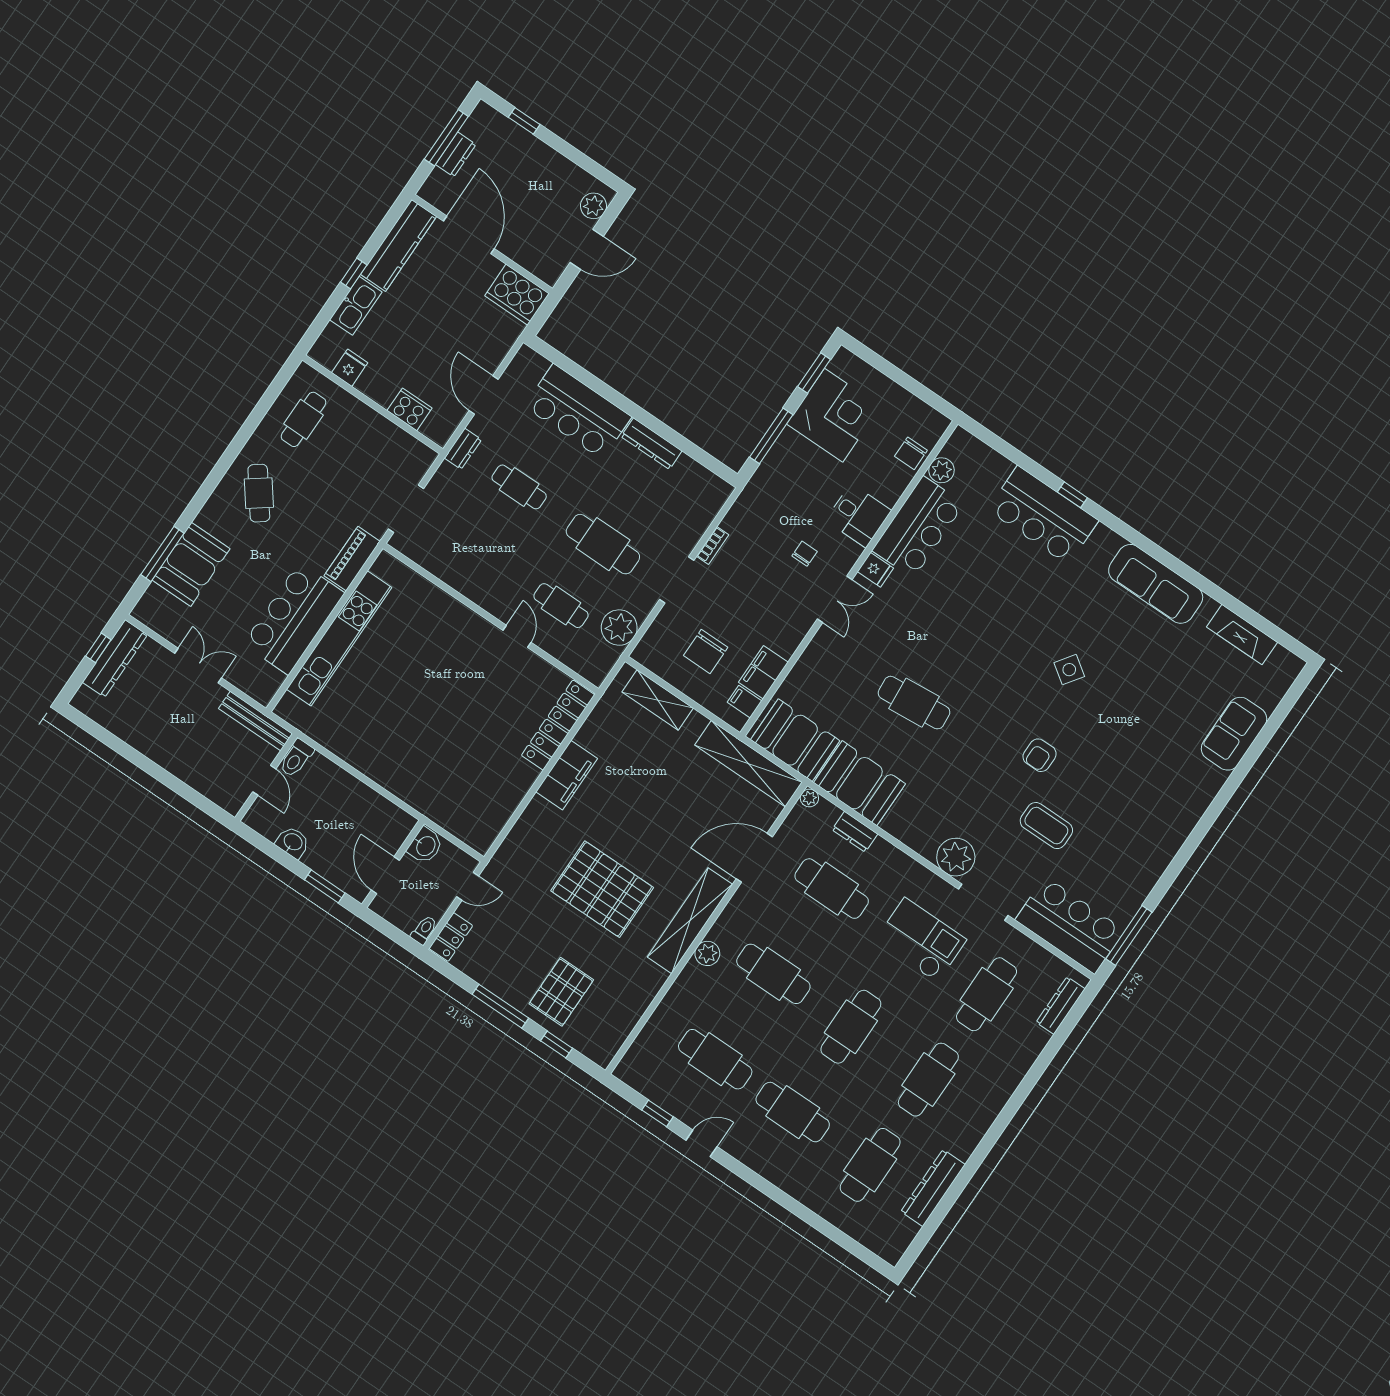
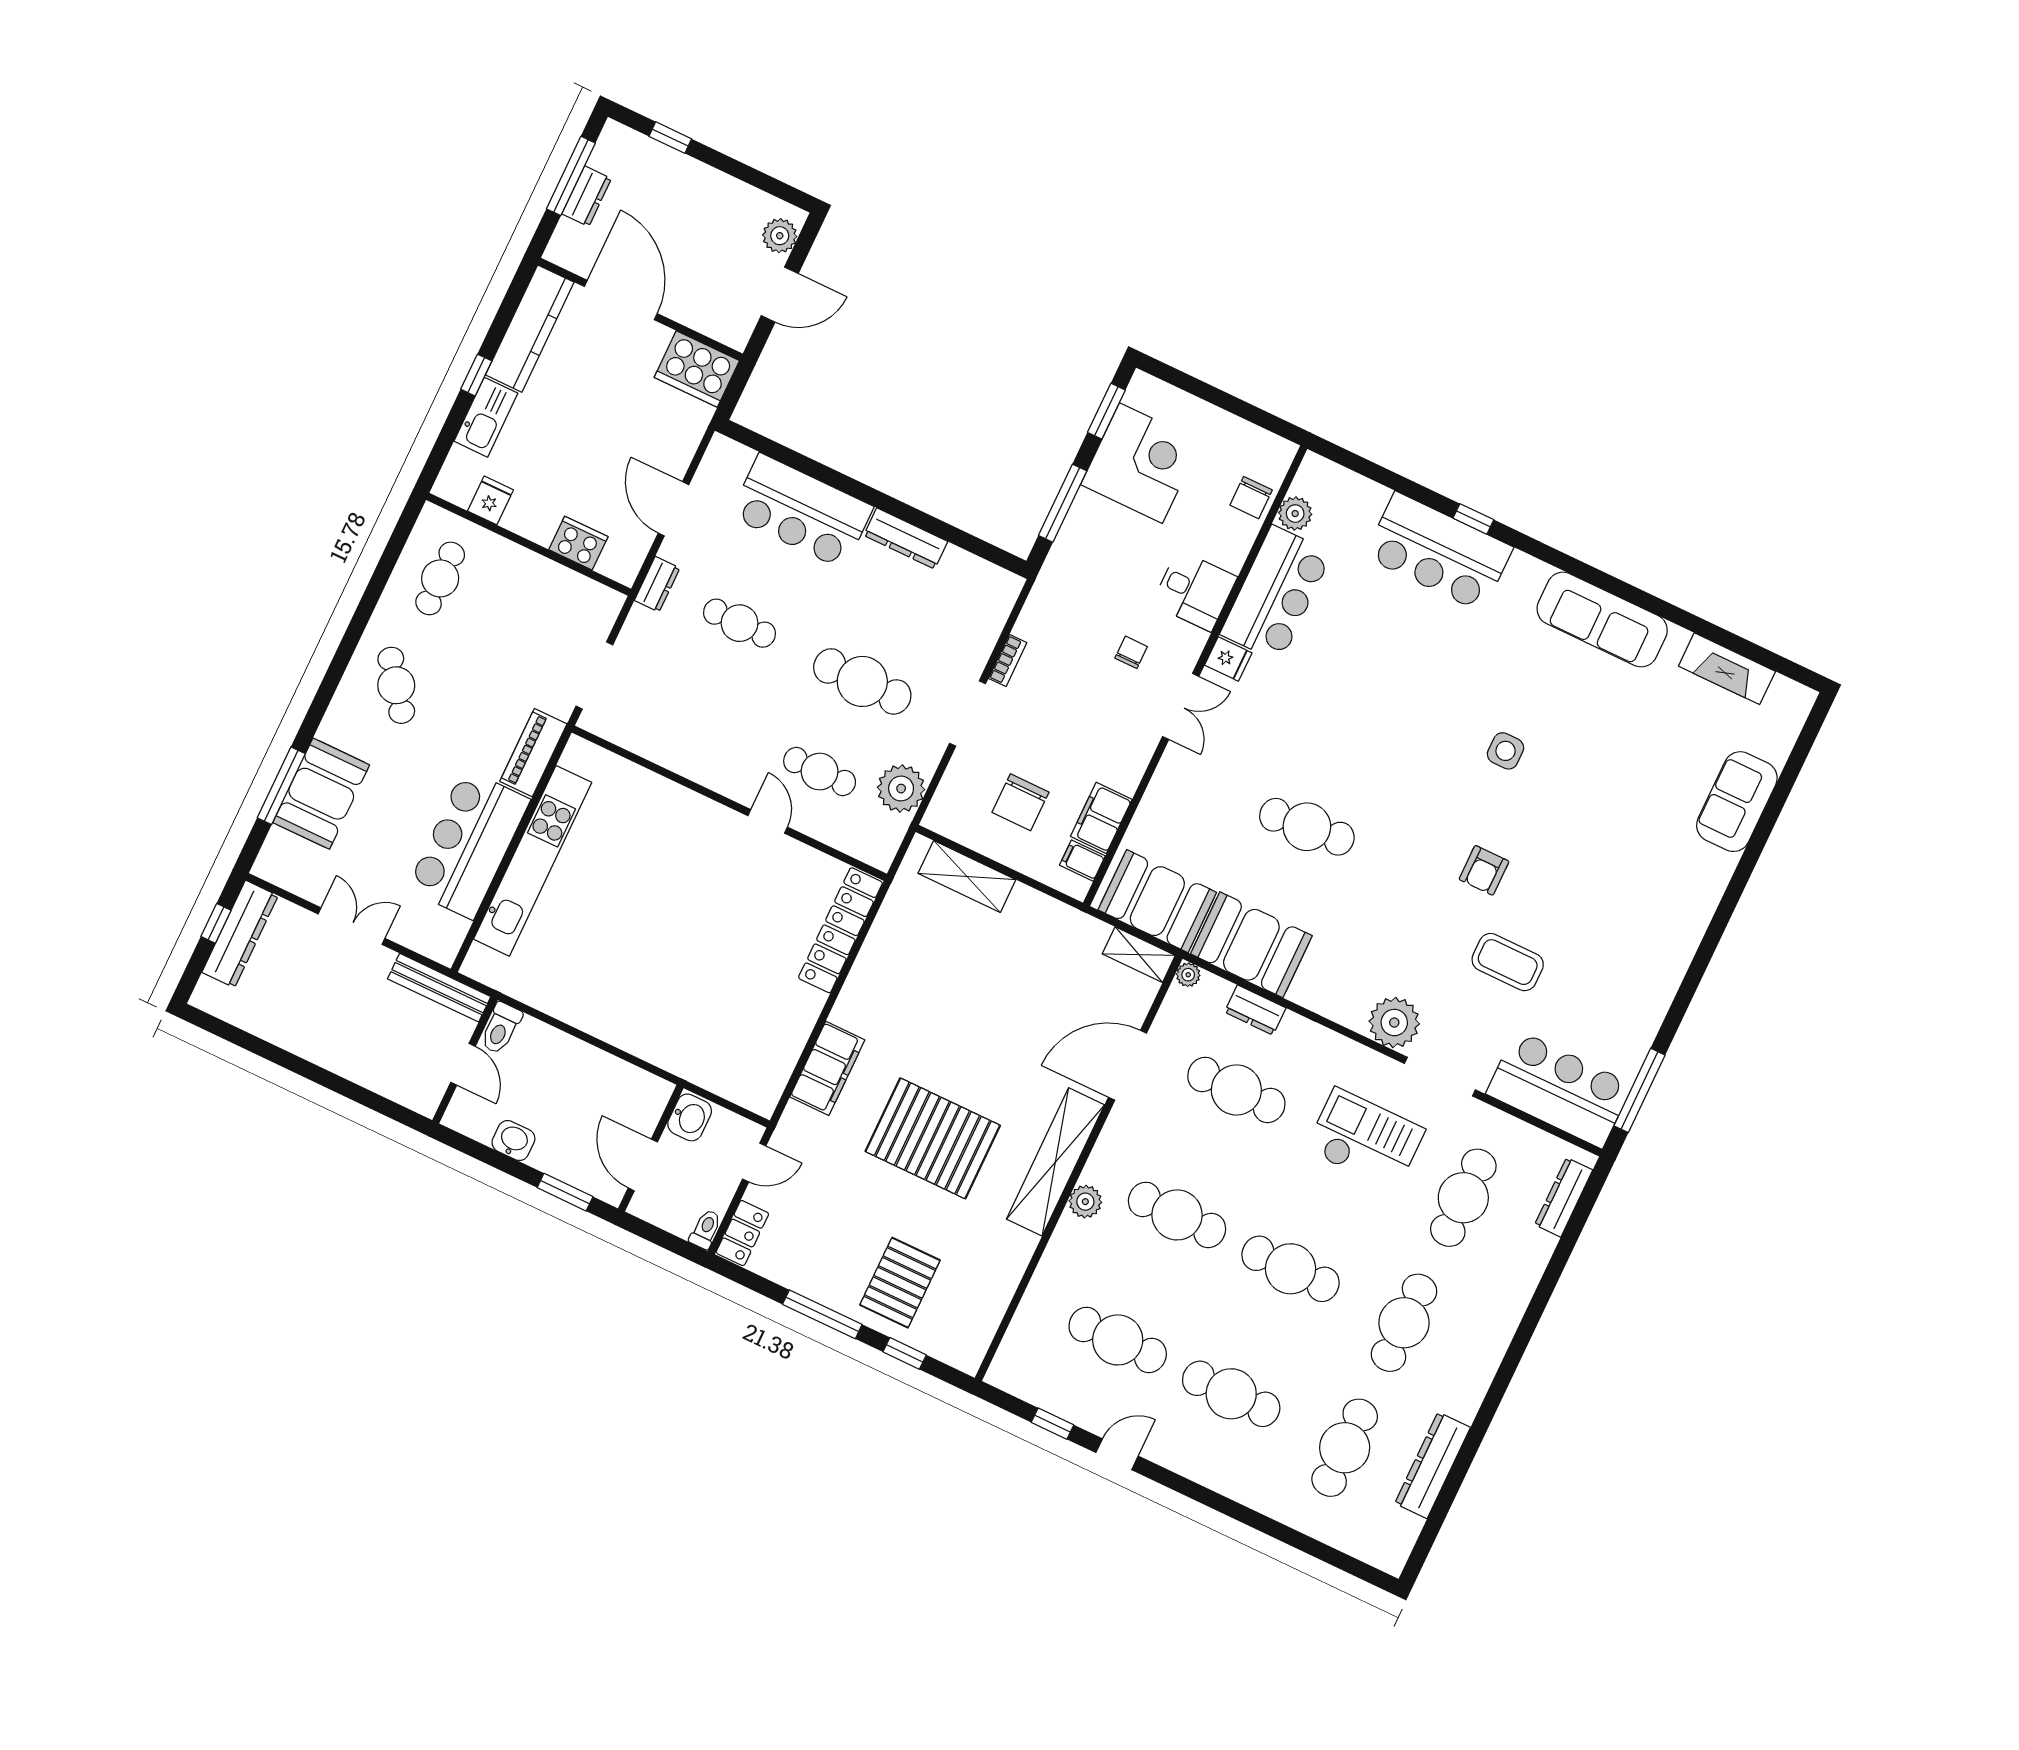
side table: (1069, 670) -> (1506, 751), turned -35
shelving: (748, 764) -> (1139, 955), width x0.45, depth x0.75
filing cabinet: (567, 775) -> (827, 1068), moved
cafe table: (851, 1027) -> (1291, 1269), turned 90

